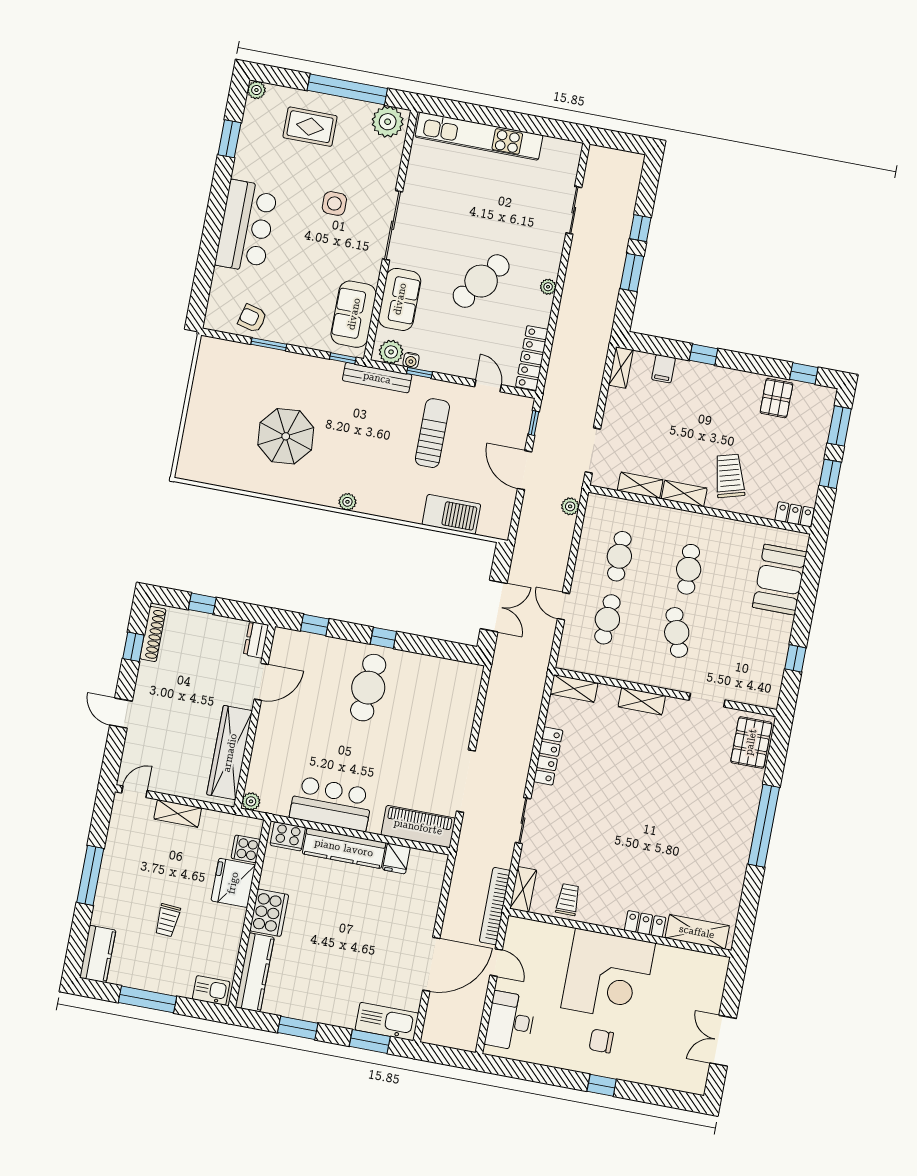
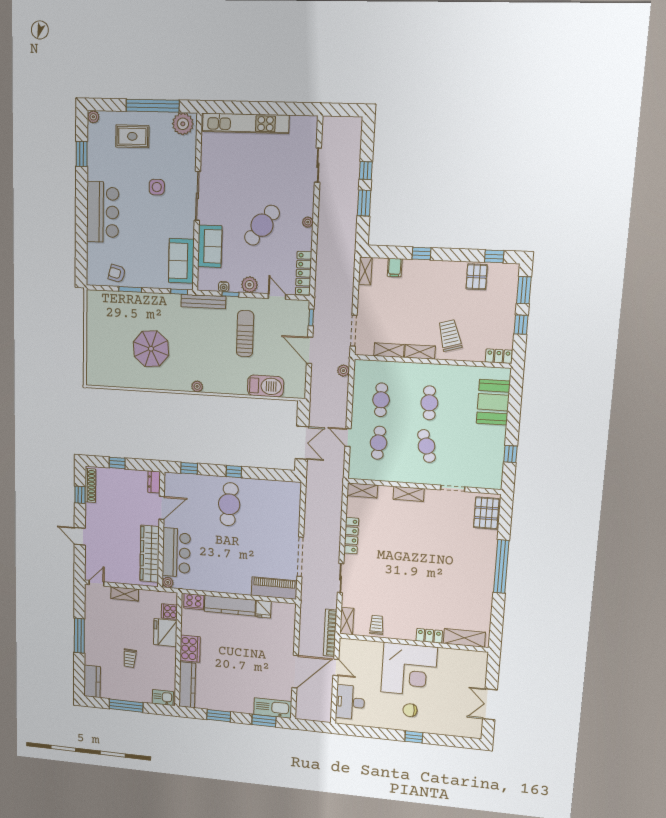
plant: (391, 352) -> (249, 285), moved
bar counter: (331, 804) -> (176, 553), moved, turned 90

